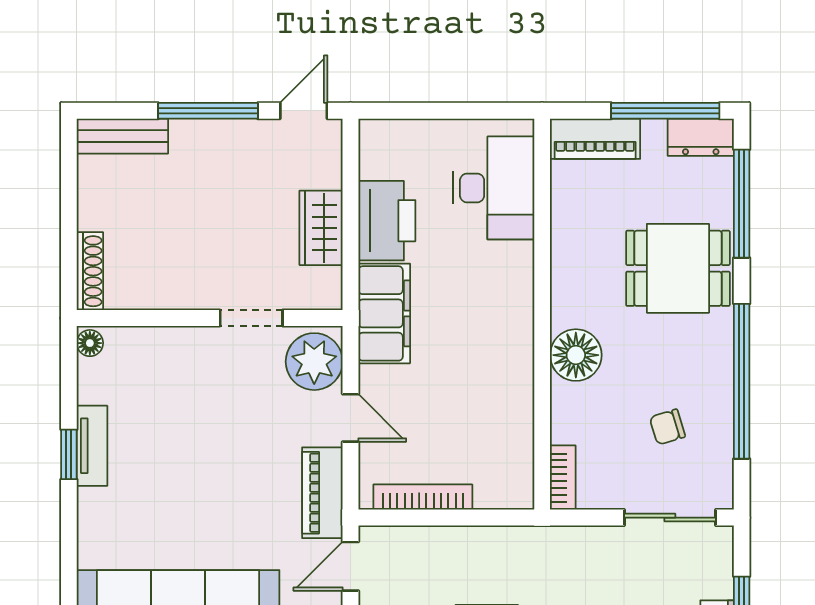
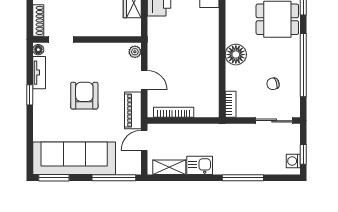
filing cabinet: (384, 313) -> (158, 38), removed
doorway: (251, 318) -> (61, 39), moved
plant: (314, 362) -> (135, 52), width x0.53, depth x0.53
tv unit: (92, 446) -> (39, 73), moved
armchair: (203, 456) -> (84, 96), added

